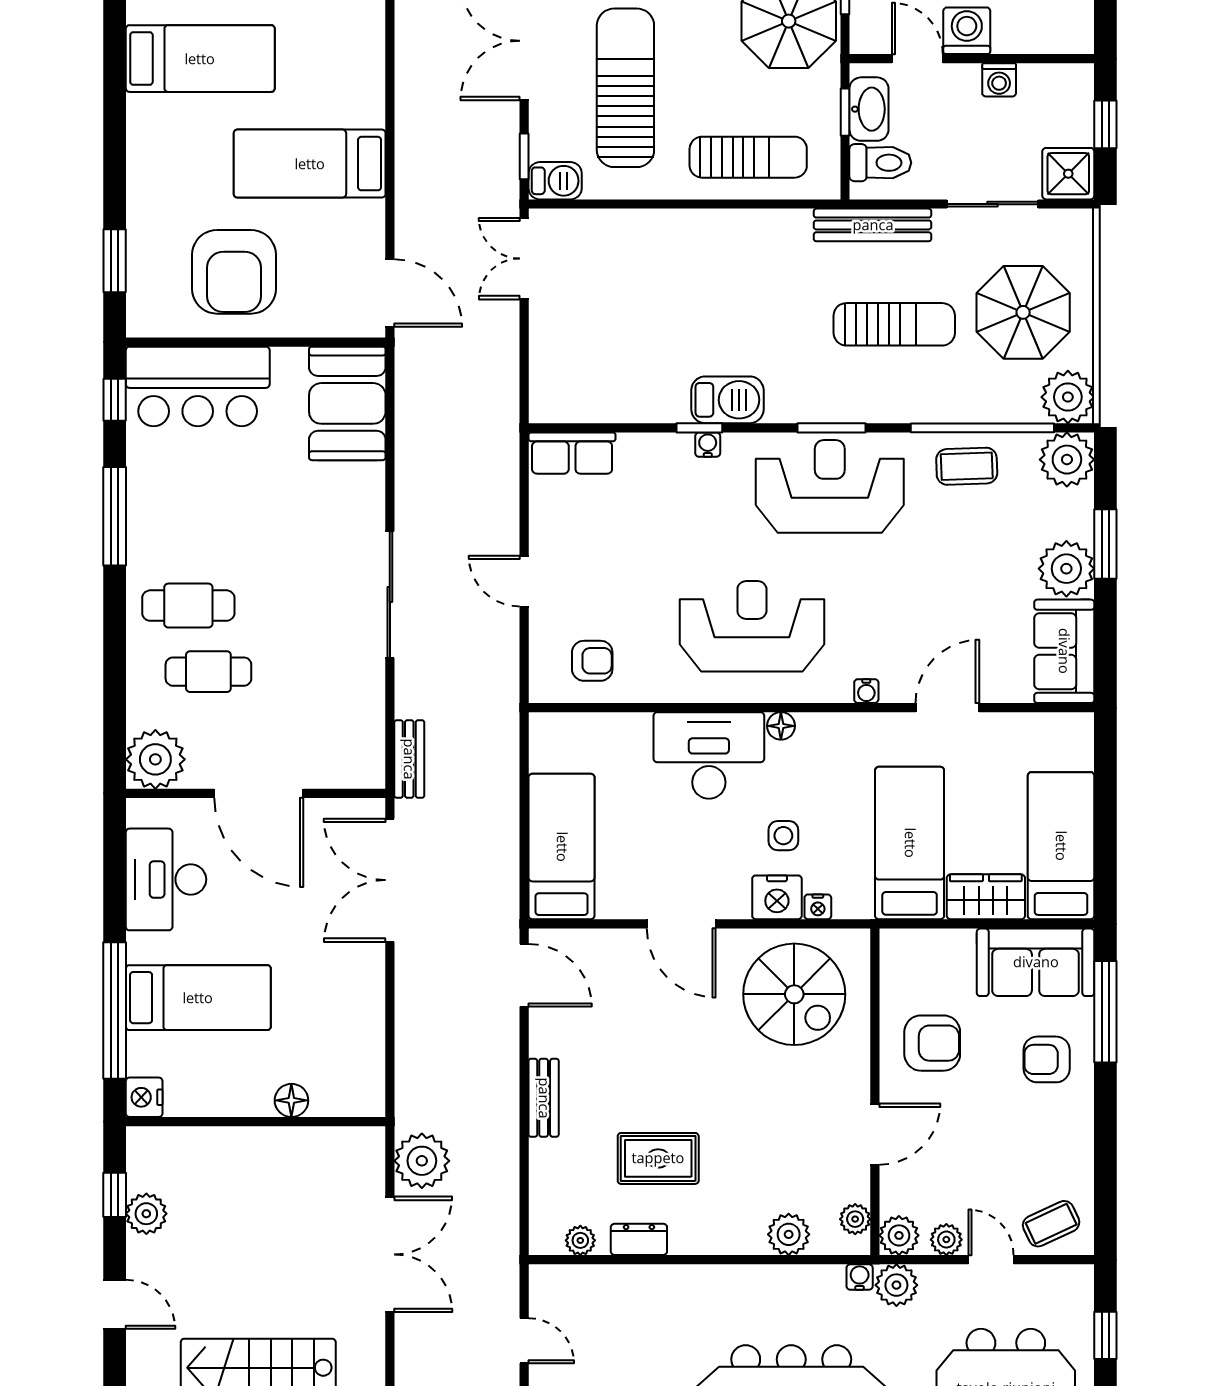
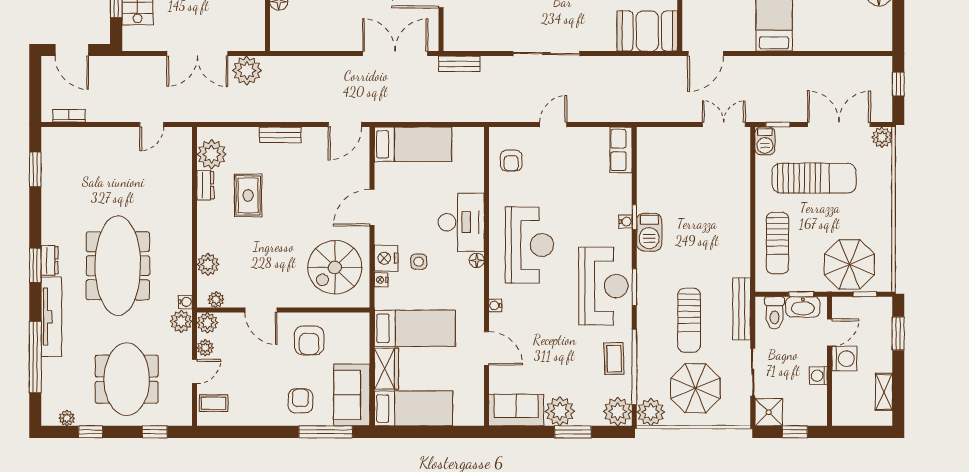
coffee table: (1051, 1224) -> (214, 403), turned -65
plant: (580, 1240) -> (212, 154), width x1.87, depth x1.87

